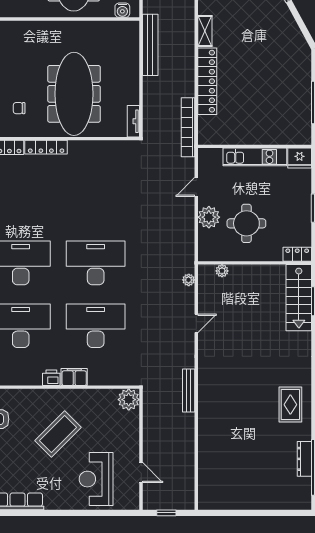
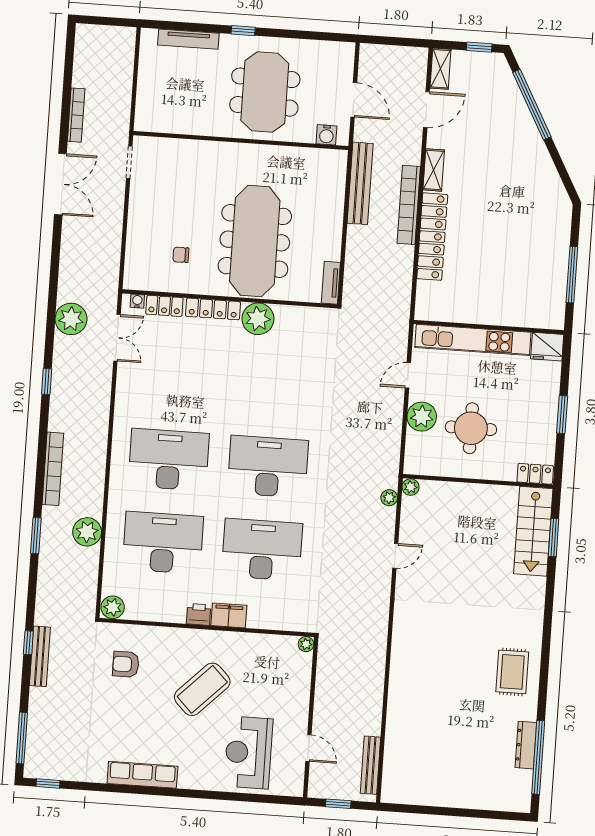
bookcase: (188, 127) -> (409, 205), moved
plant: (80, 152) -> (258, 319), added
kitchen unit: (255, 157) -> (473, 340), width x1.36
plant: (222, 271) -> (411, 487), moved
bench: (189, 391) -> (370, 765), moved
plant: (129, 400) -> (306, 644), width x0.53, depth x0.53

